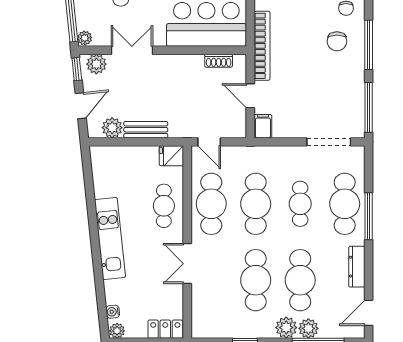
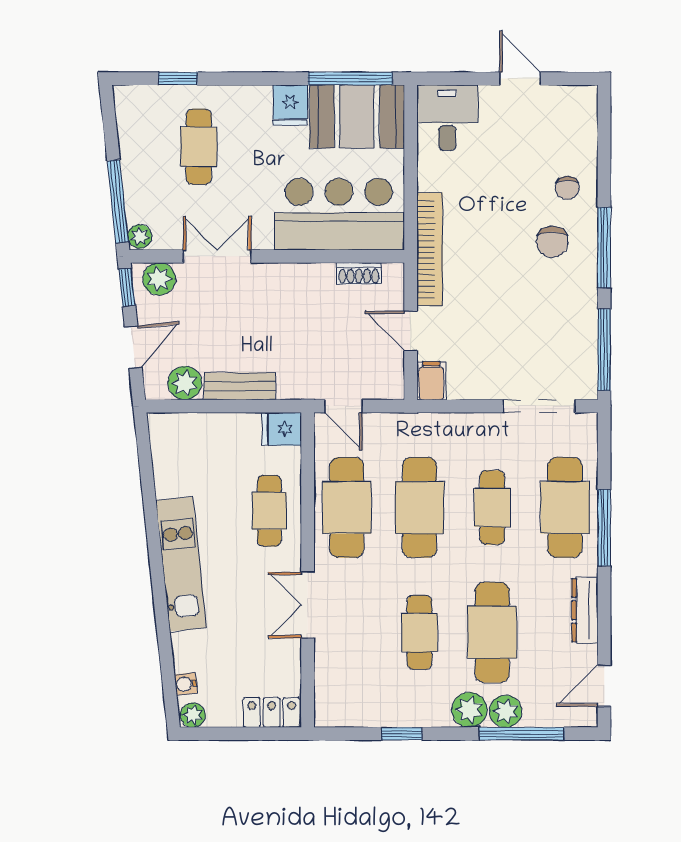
cafe table: (256, 280) -> (419, 632), width x0.73, depth x0.74

